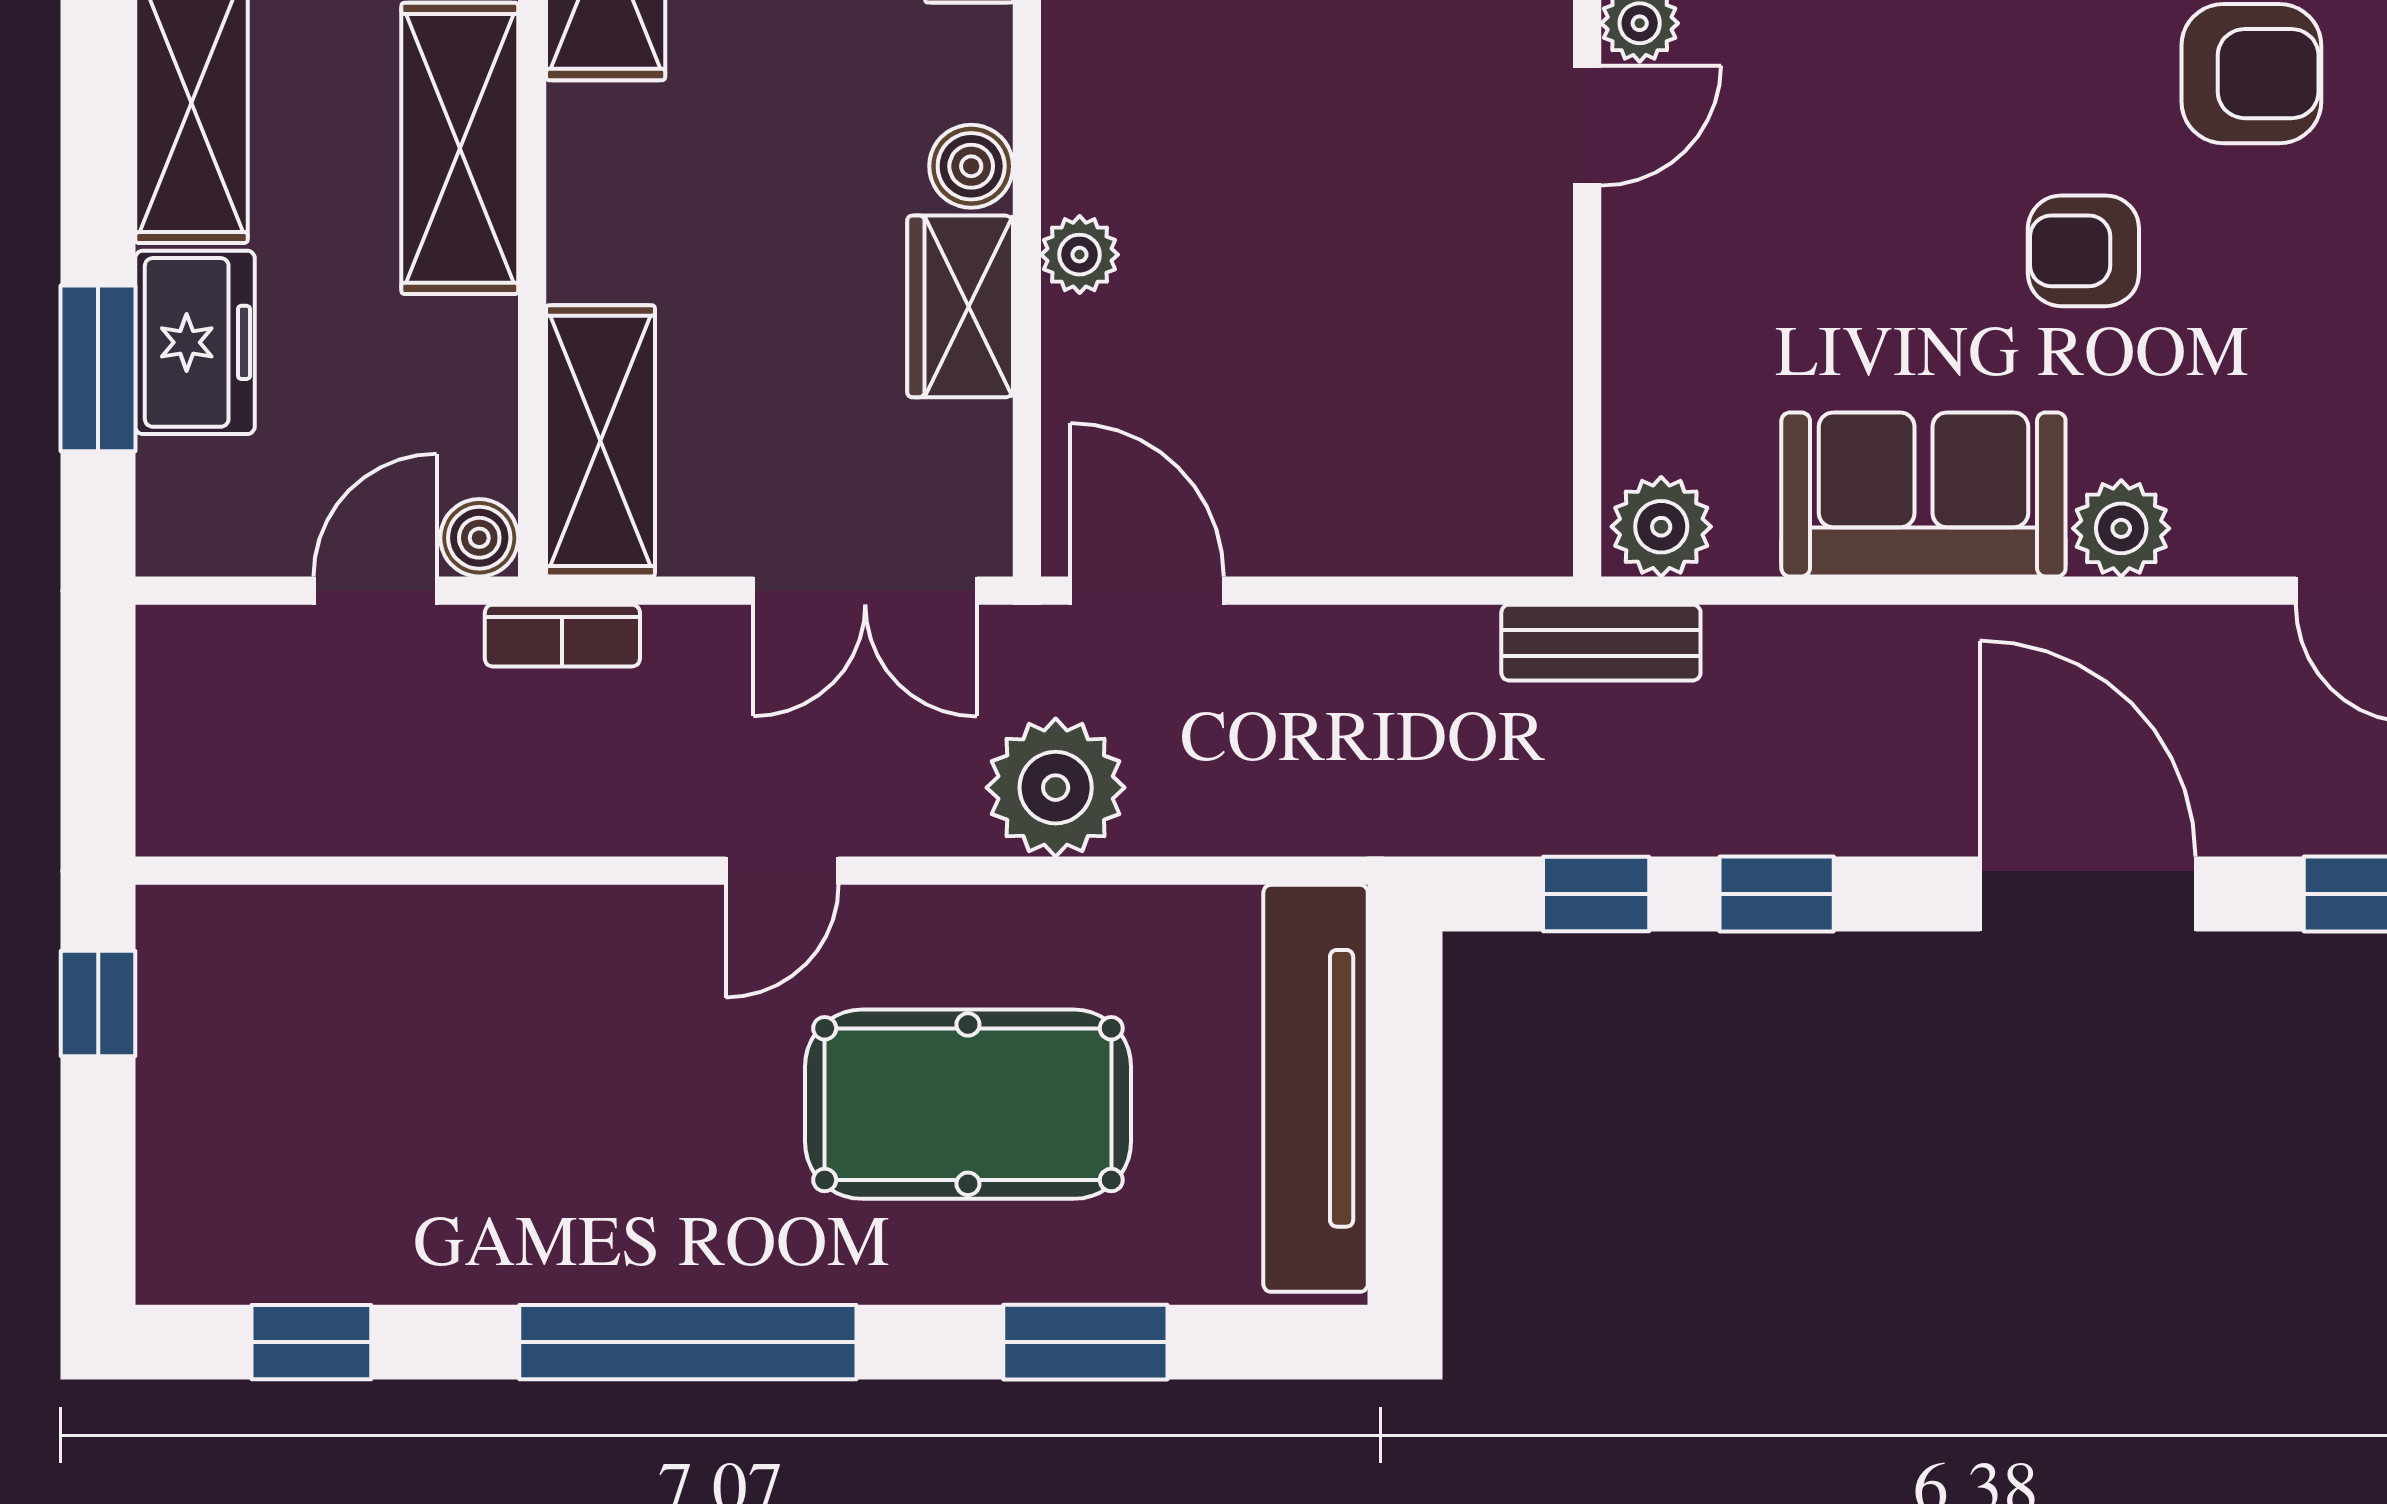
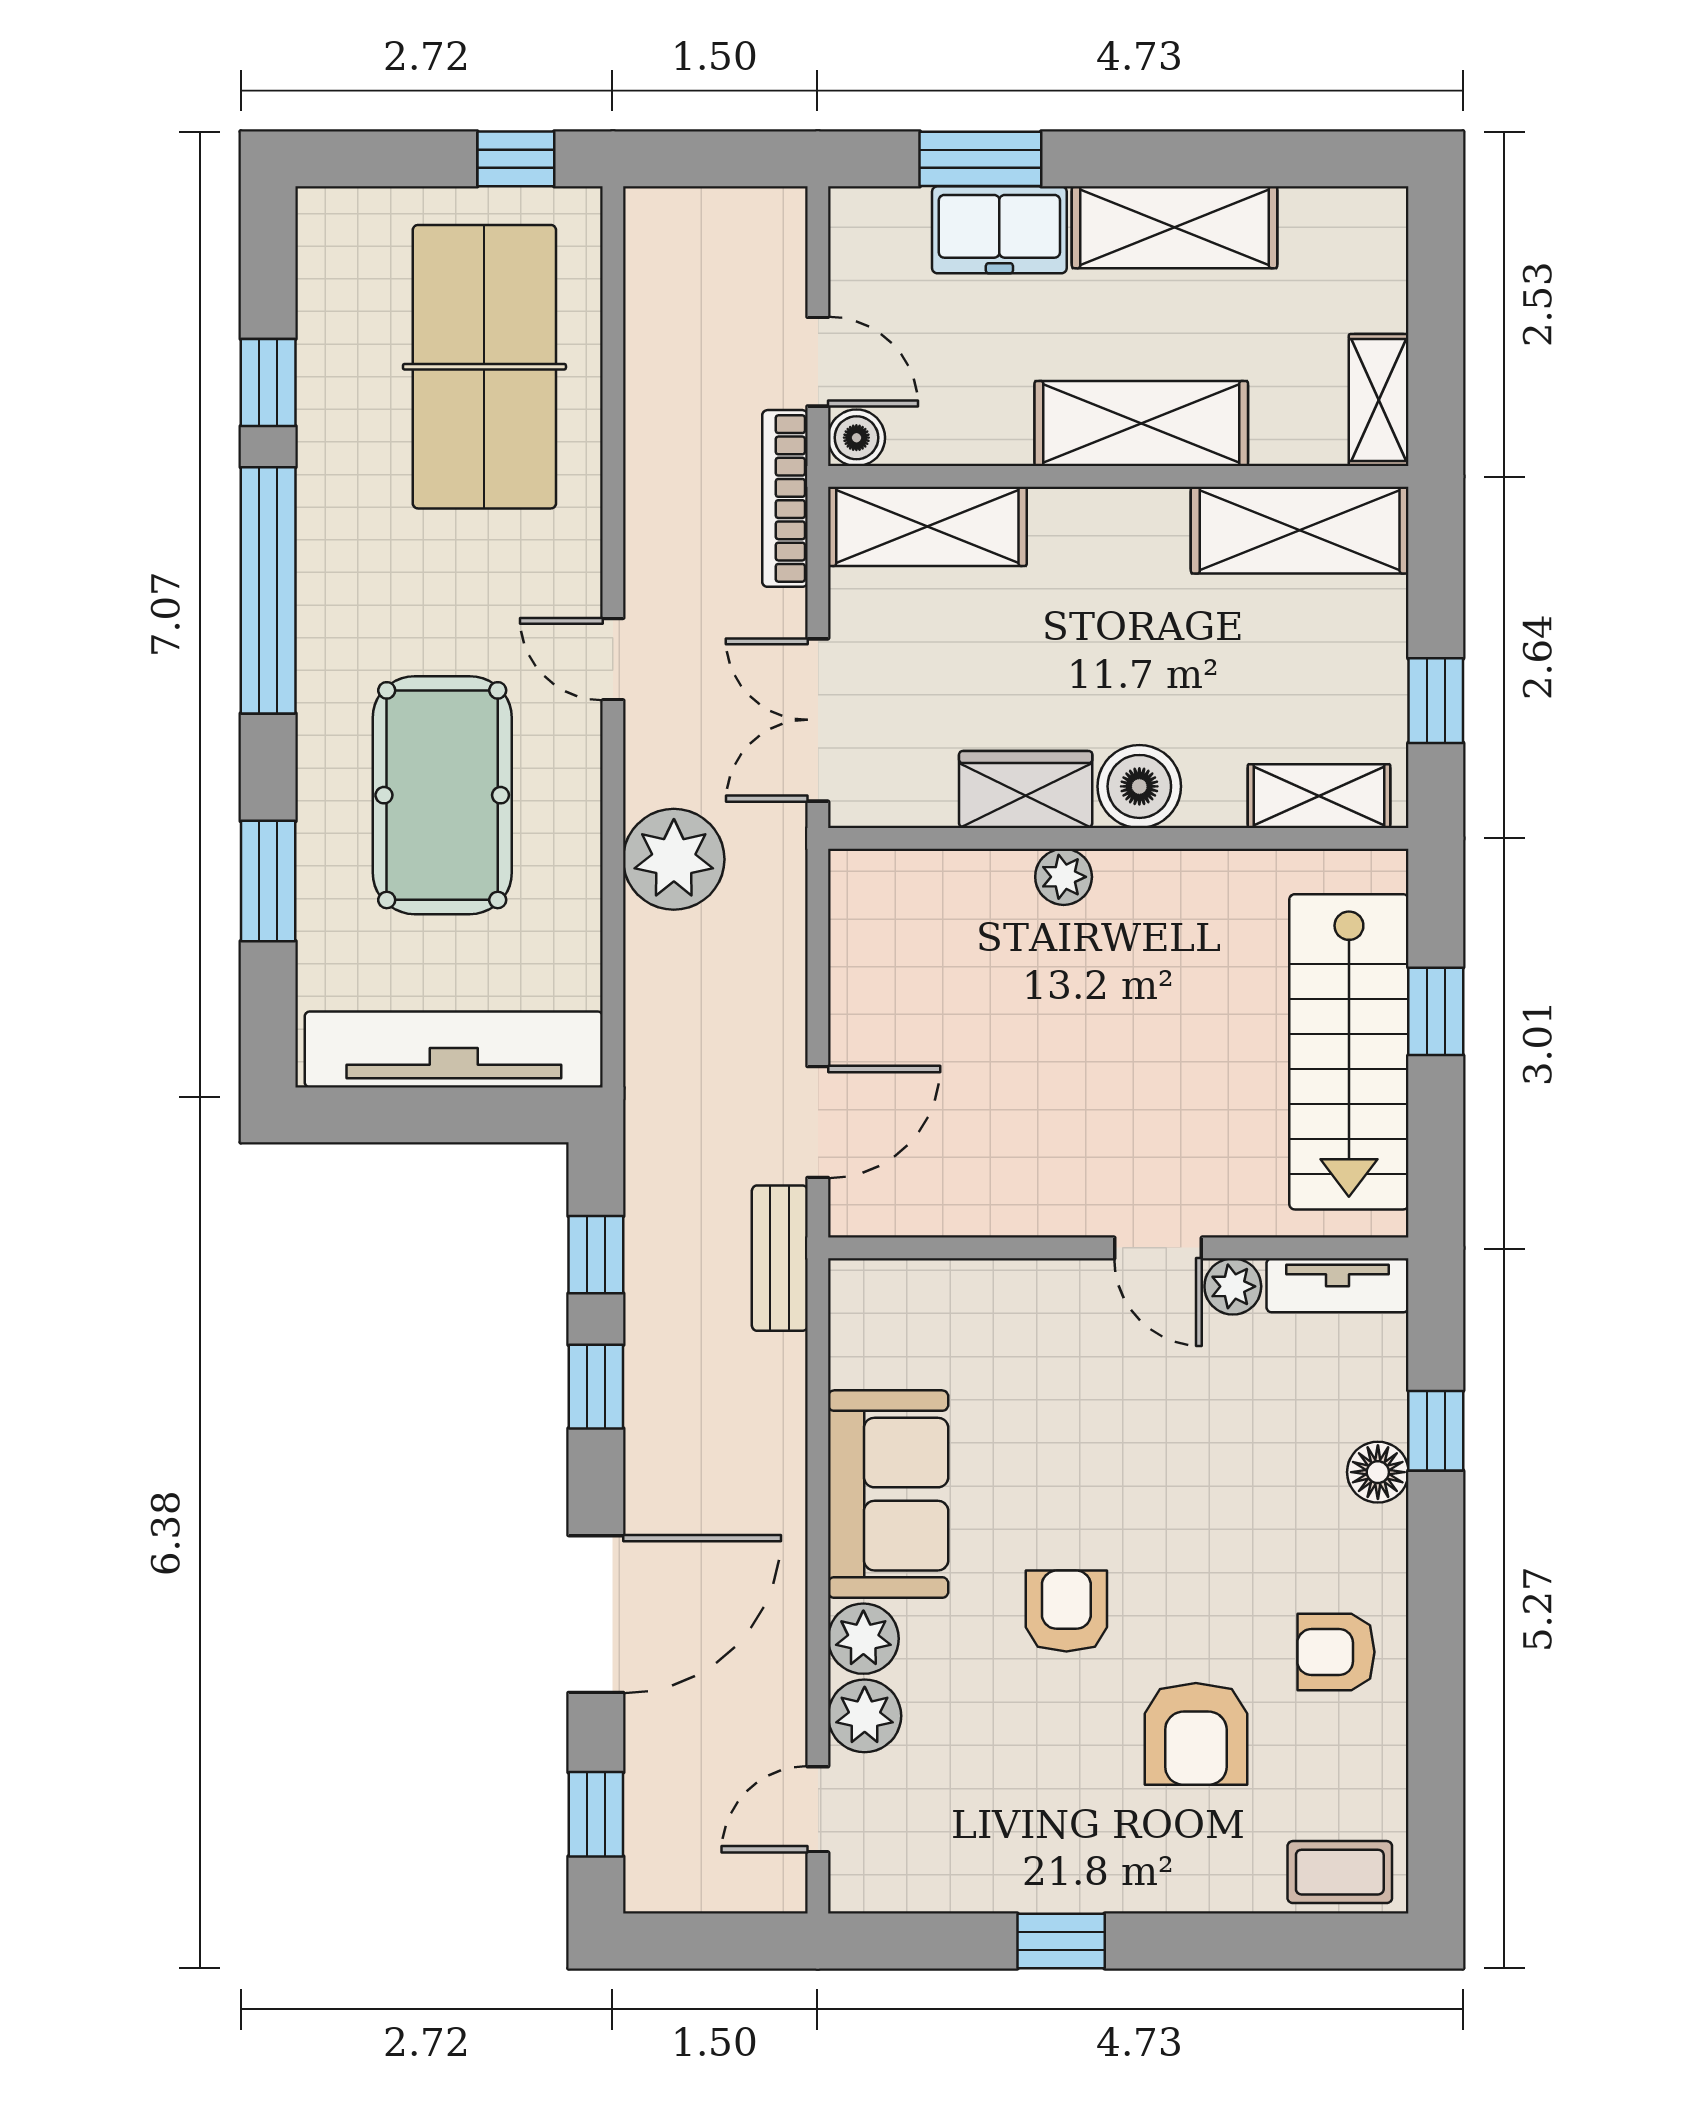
boiler: (971, 166) -> (1139, 786), width x1.36, depth x1.36
plant: (1661, 527) -> (865, 1716), moved
door: (1147, 591) -> (818, 1122), moved
bookcase: (562, 636) -> (785, 498), width x1.56
table tennis table: (382, 1046) -> (484, 367), added
window: (311, 1342) -> (268, 383), moved

